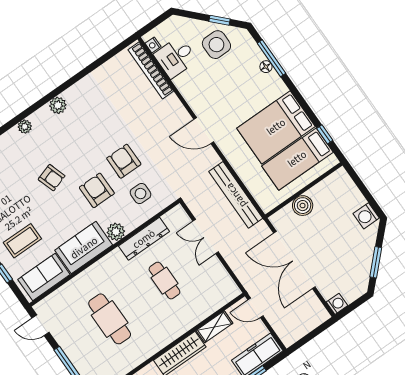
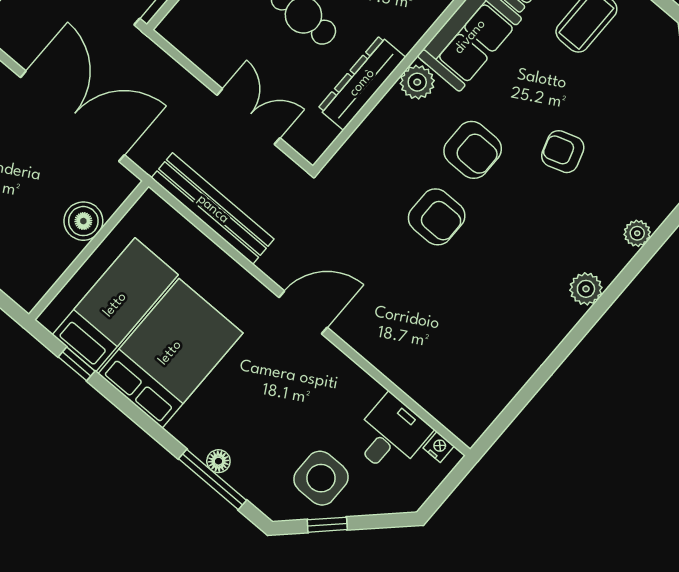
bookcase: (151, 70) -> (430, 399), removed
side table: (141, 194) -> (390, 165), removed

